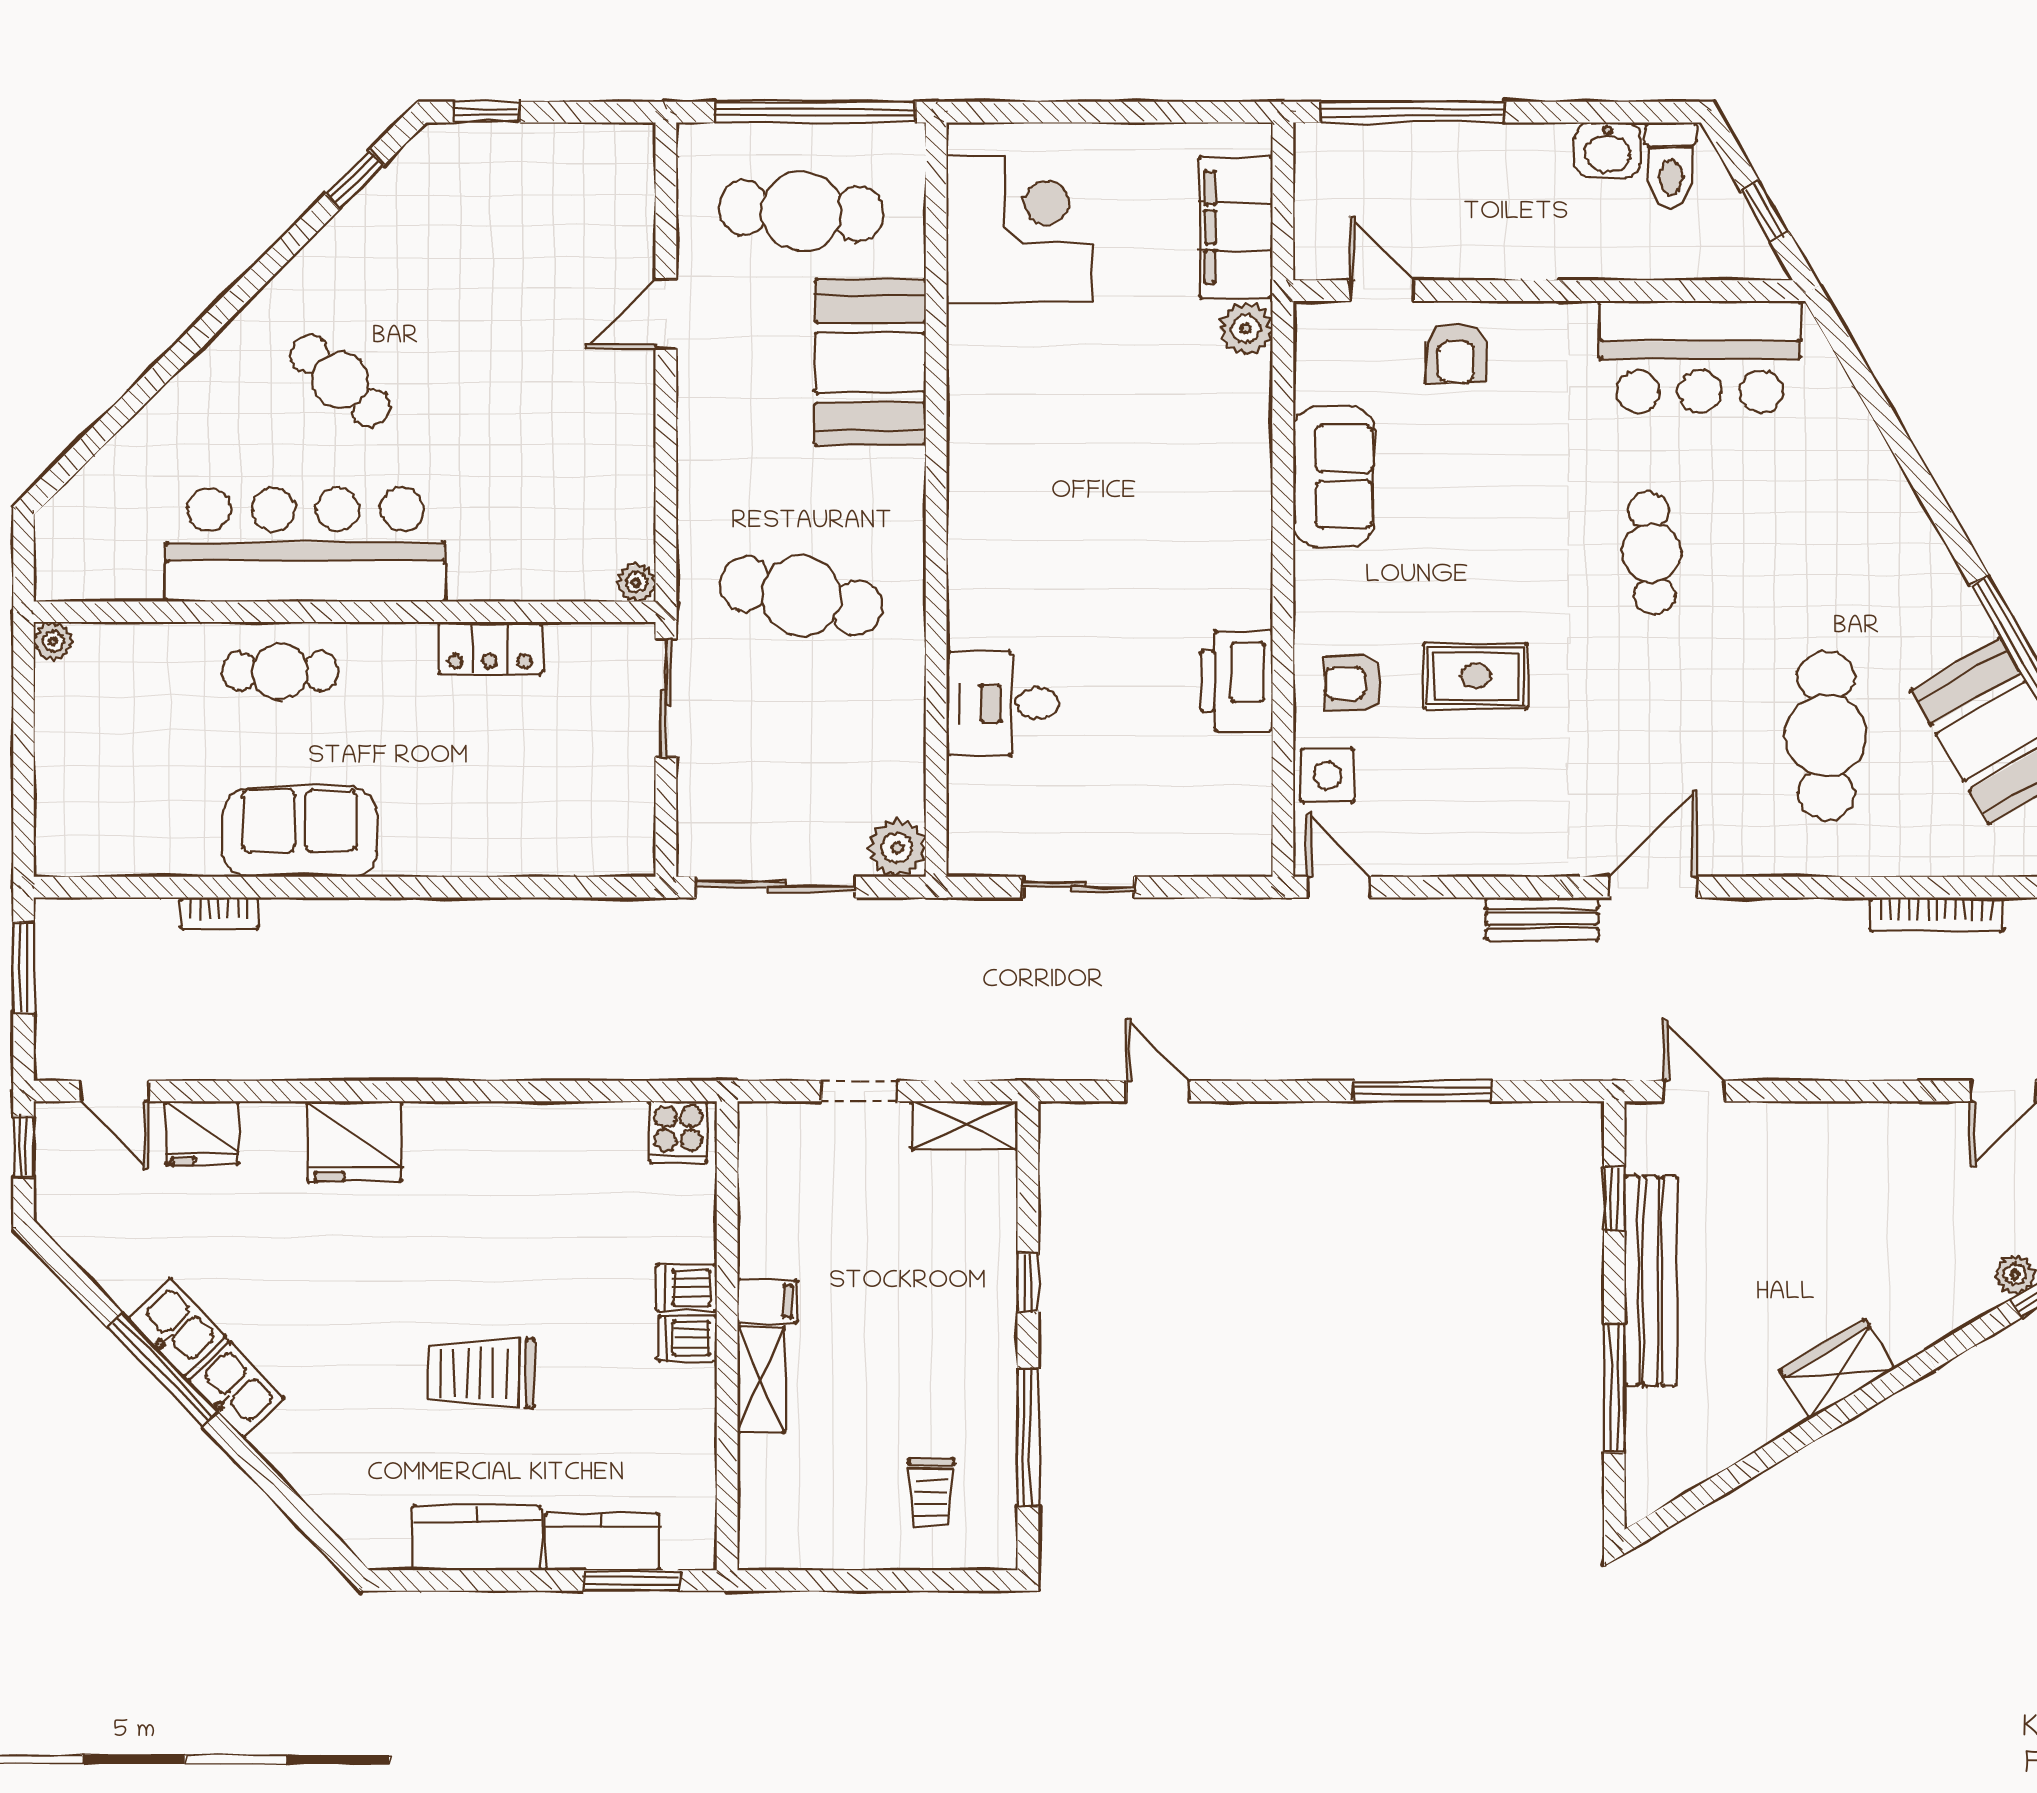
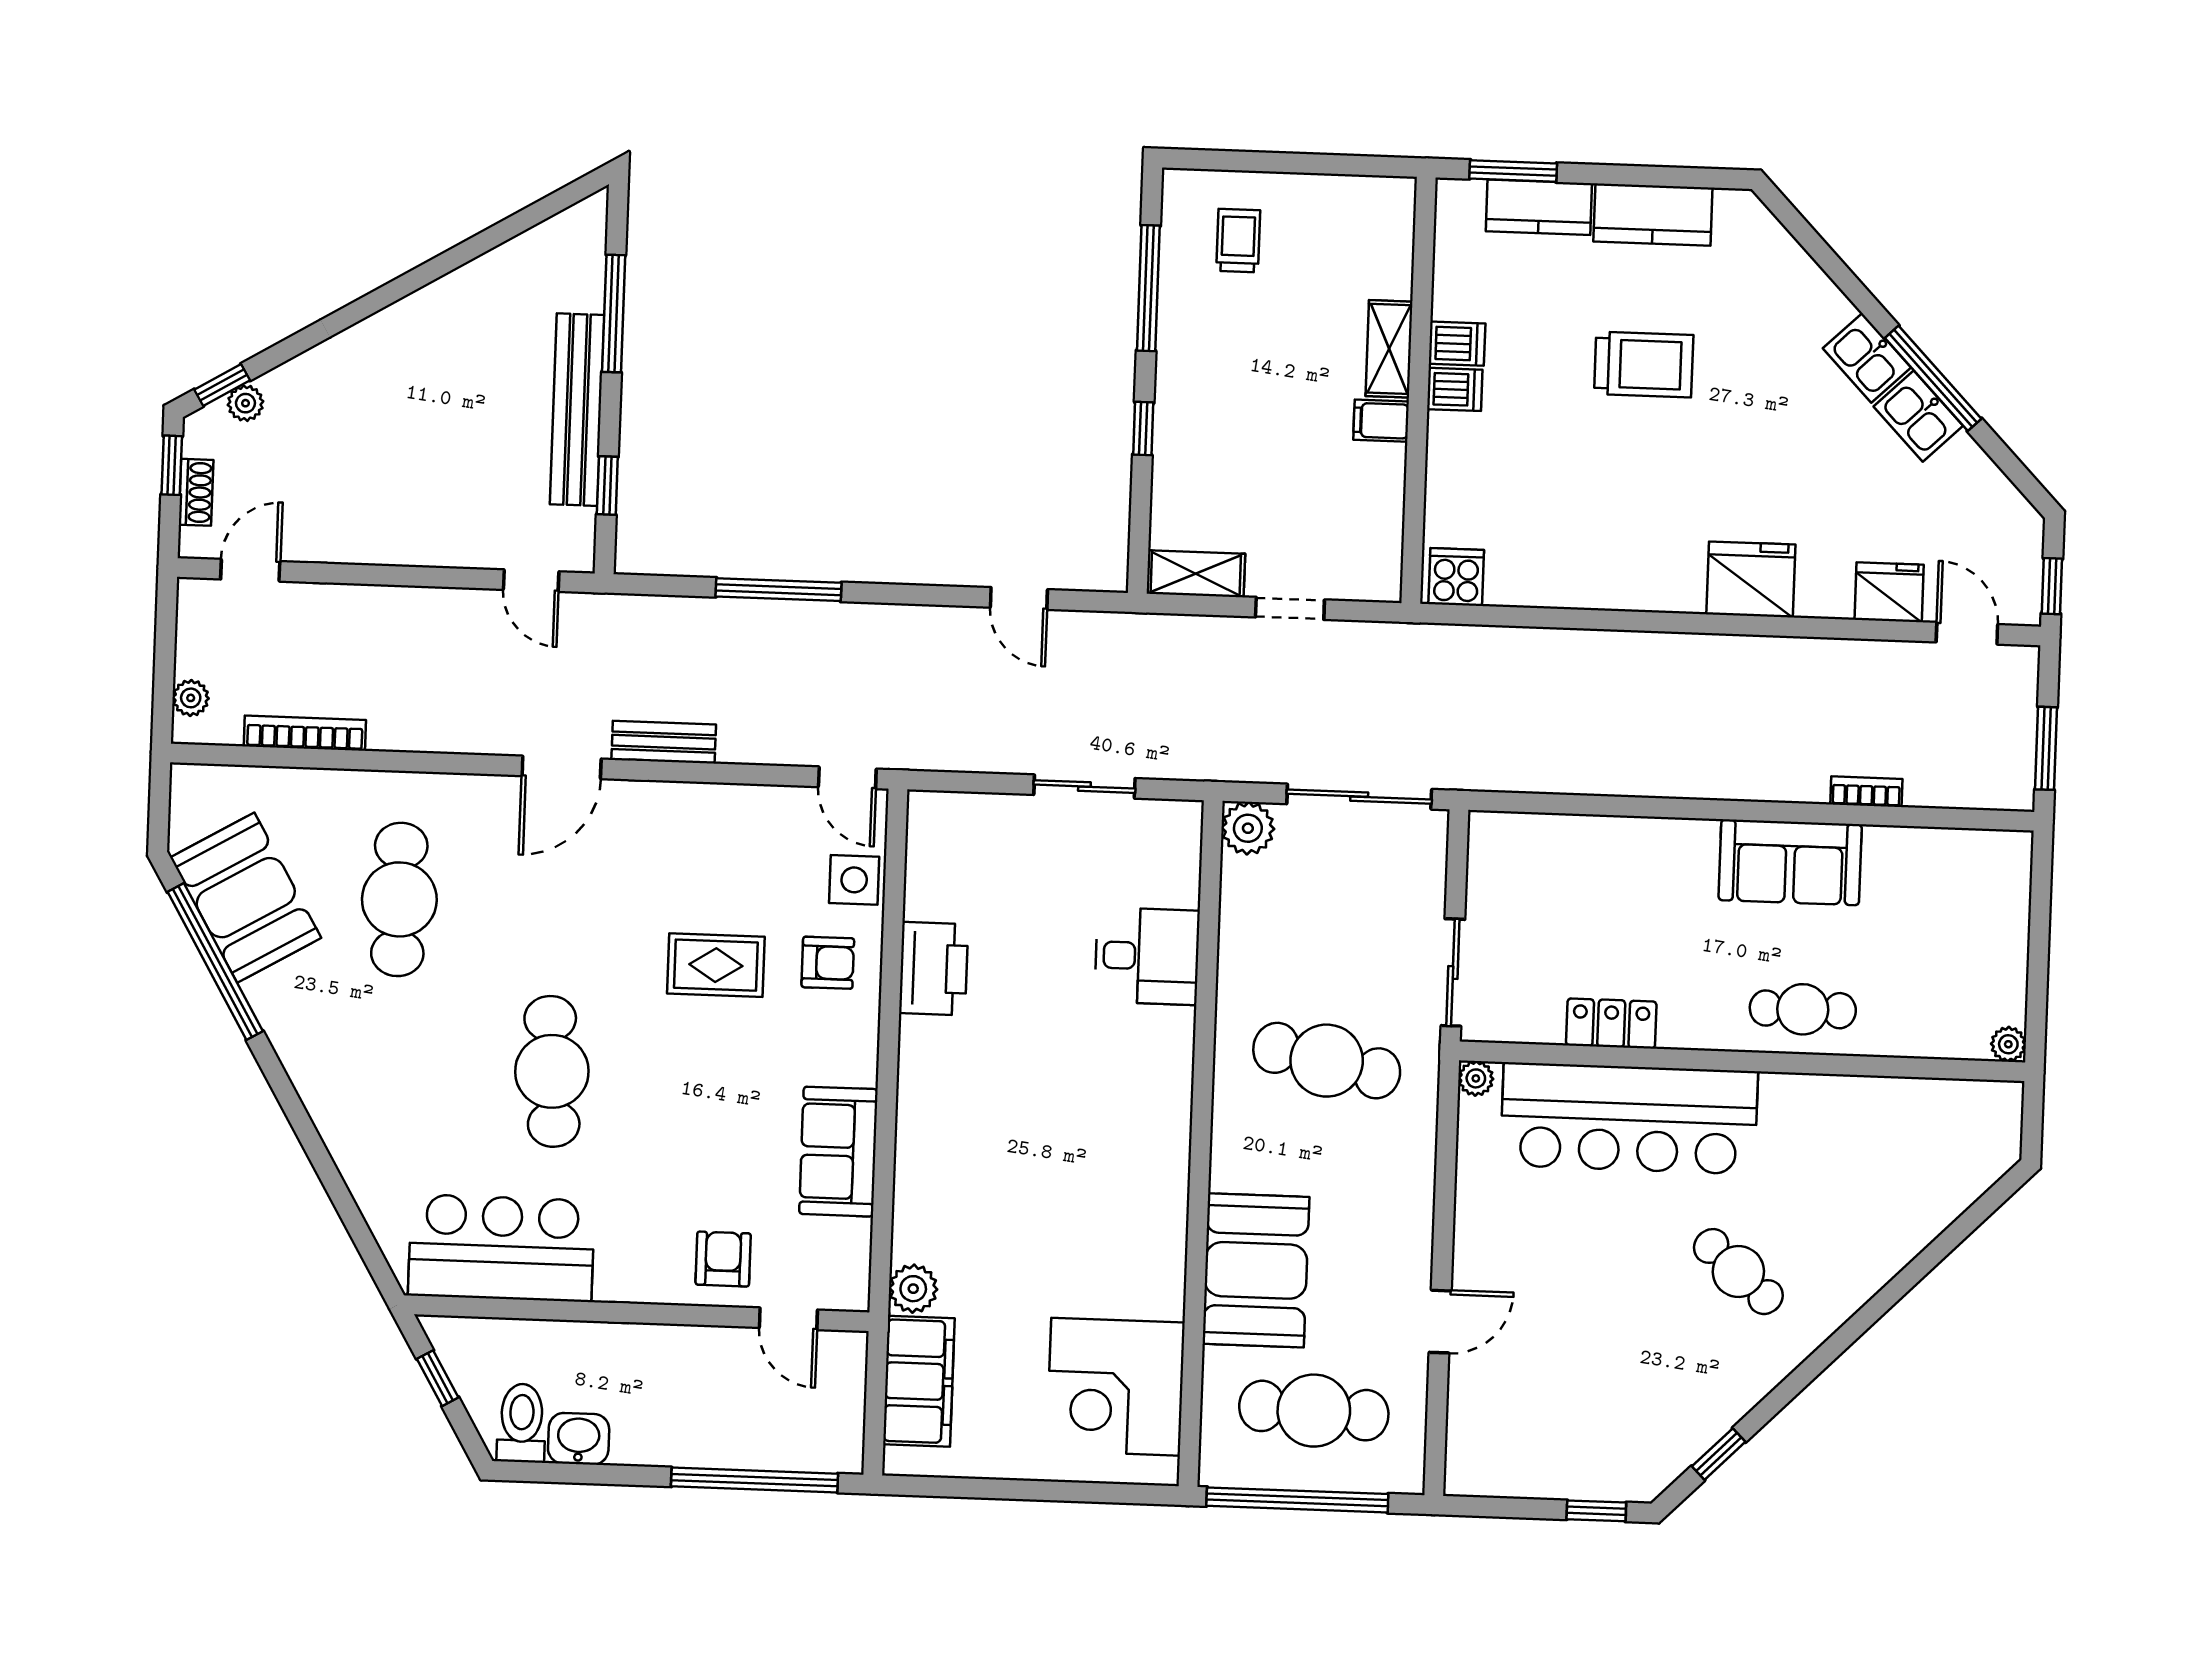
bar counter: (305, 545) -> (1629, 1118), moved
cafe table: (1652, 553) -> (552, 1071), width x1.37, depth x1.35
dishwasher: (687, 1288) -> (1457, 344), moved
wardrobe: (1837, 1370) -> (411, 323), removed

